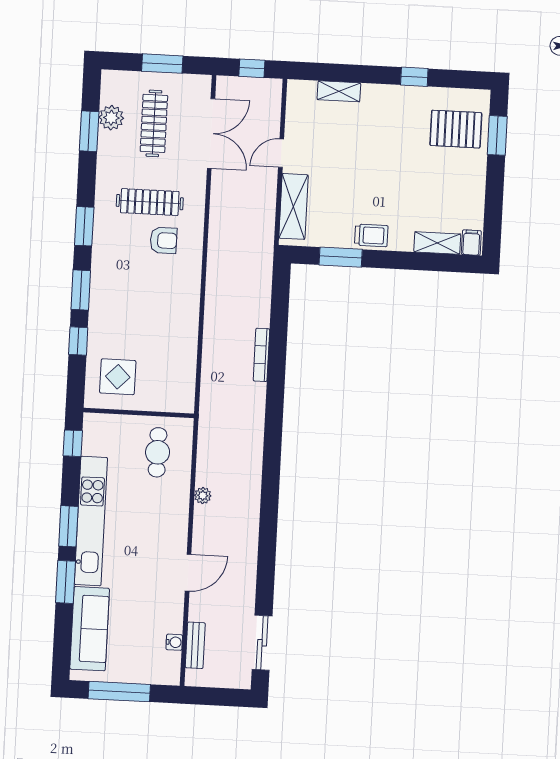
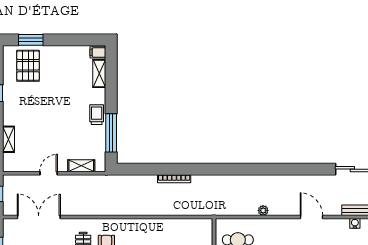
door: (281, 153) -> (49, 173), swing flipped
shelving: (293, 206) -> (81, 166), width x0.67, depth x0.75
window: (341, 257) -> (111, 133), width x1.44

